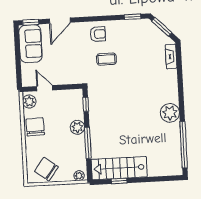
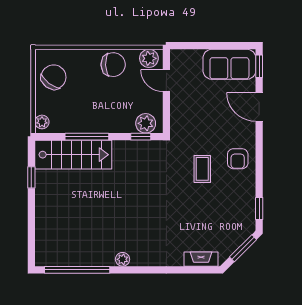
door: (45, 88) -> (166, 81), swing flipped
plant: (170, 113) -> (123, 259), width x0.53, depth x0.53
plant: (77, 127) -> (146, 123), moved
stairs: (119, 168) -> (73, 155), moved, turned 90

